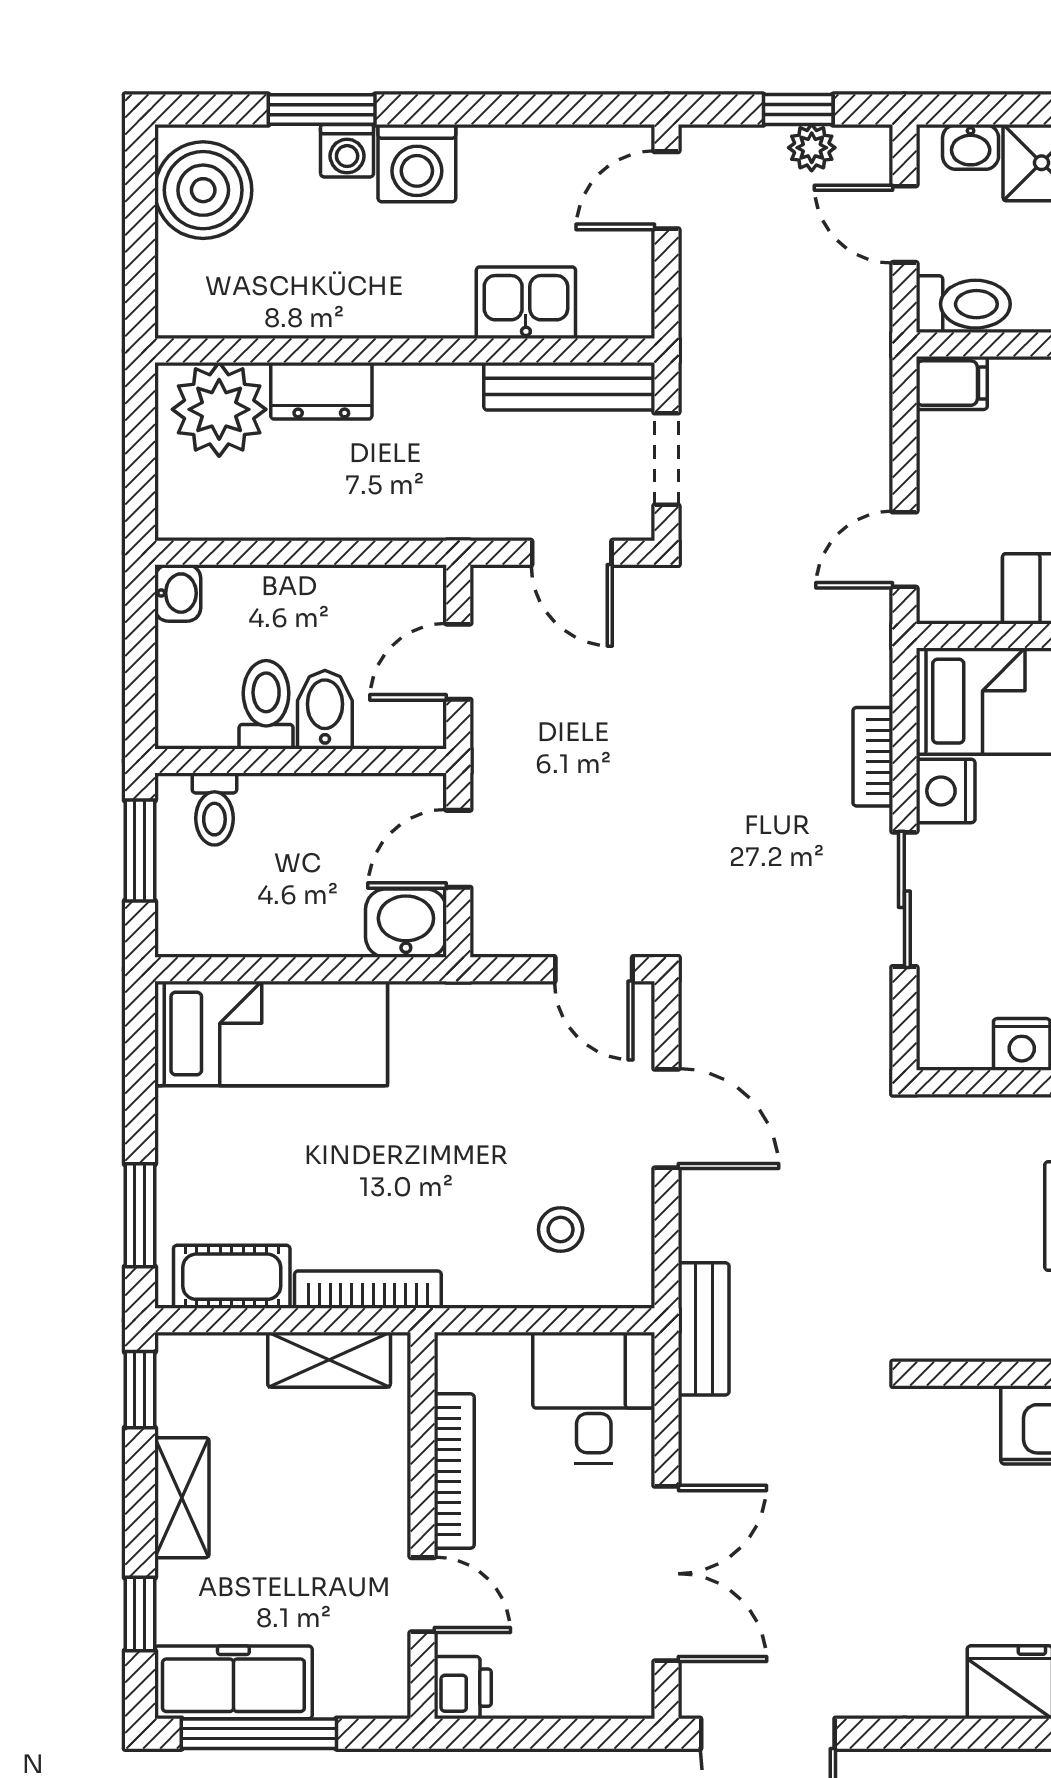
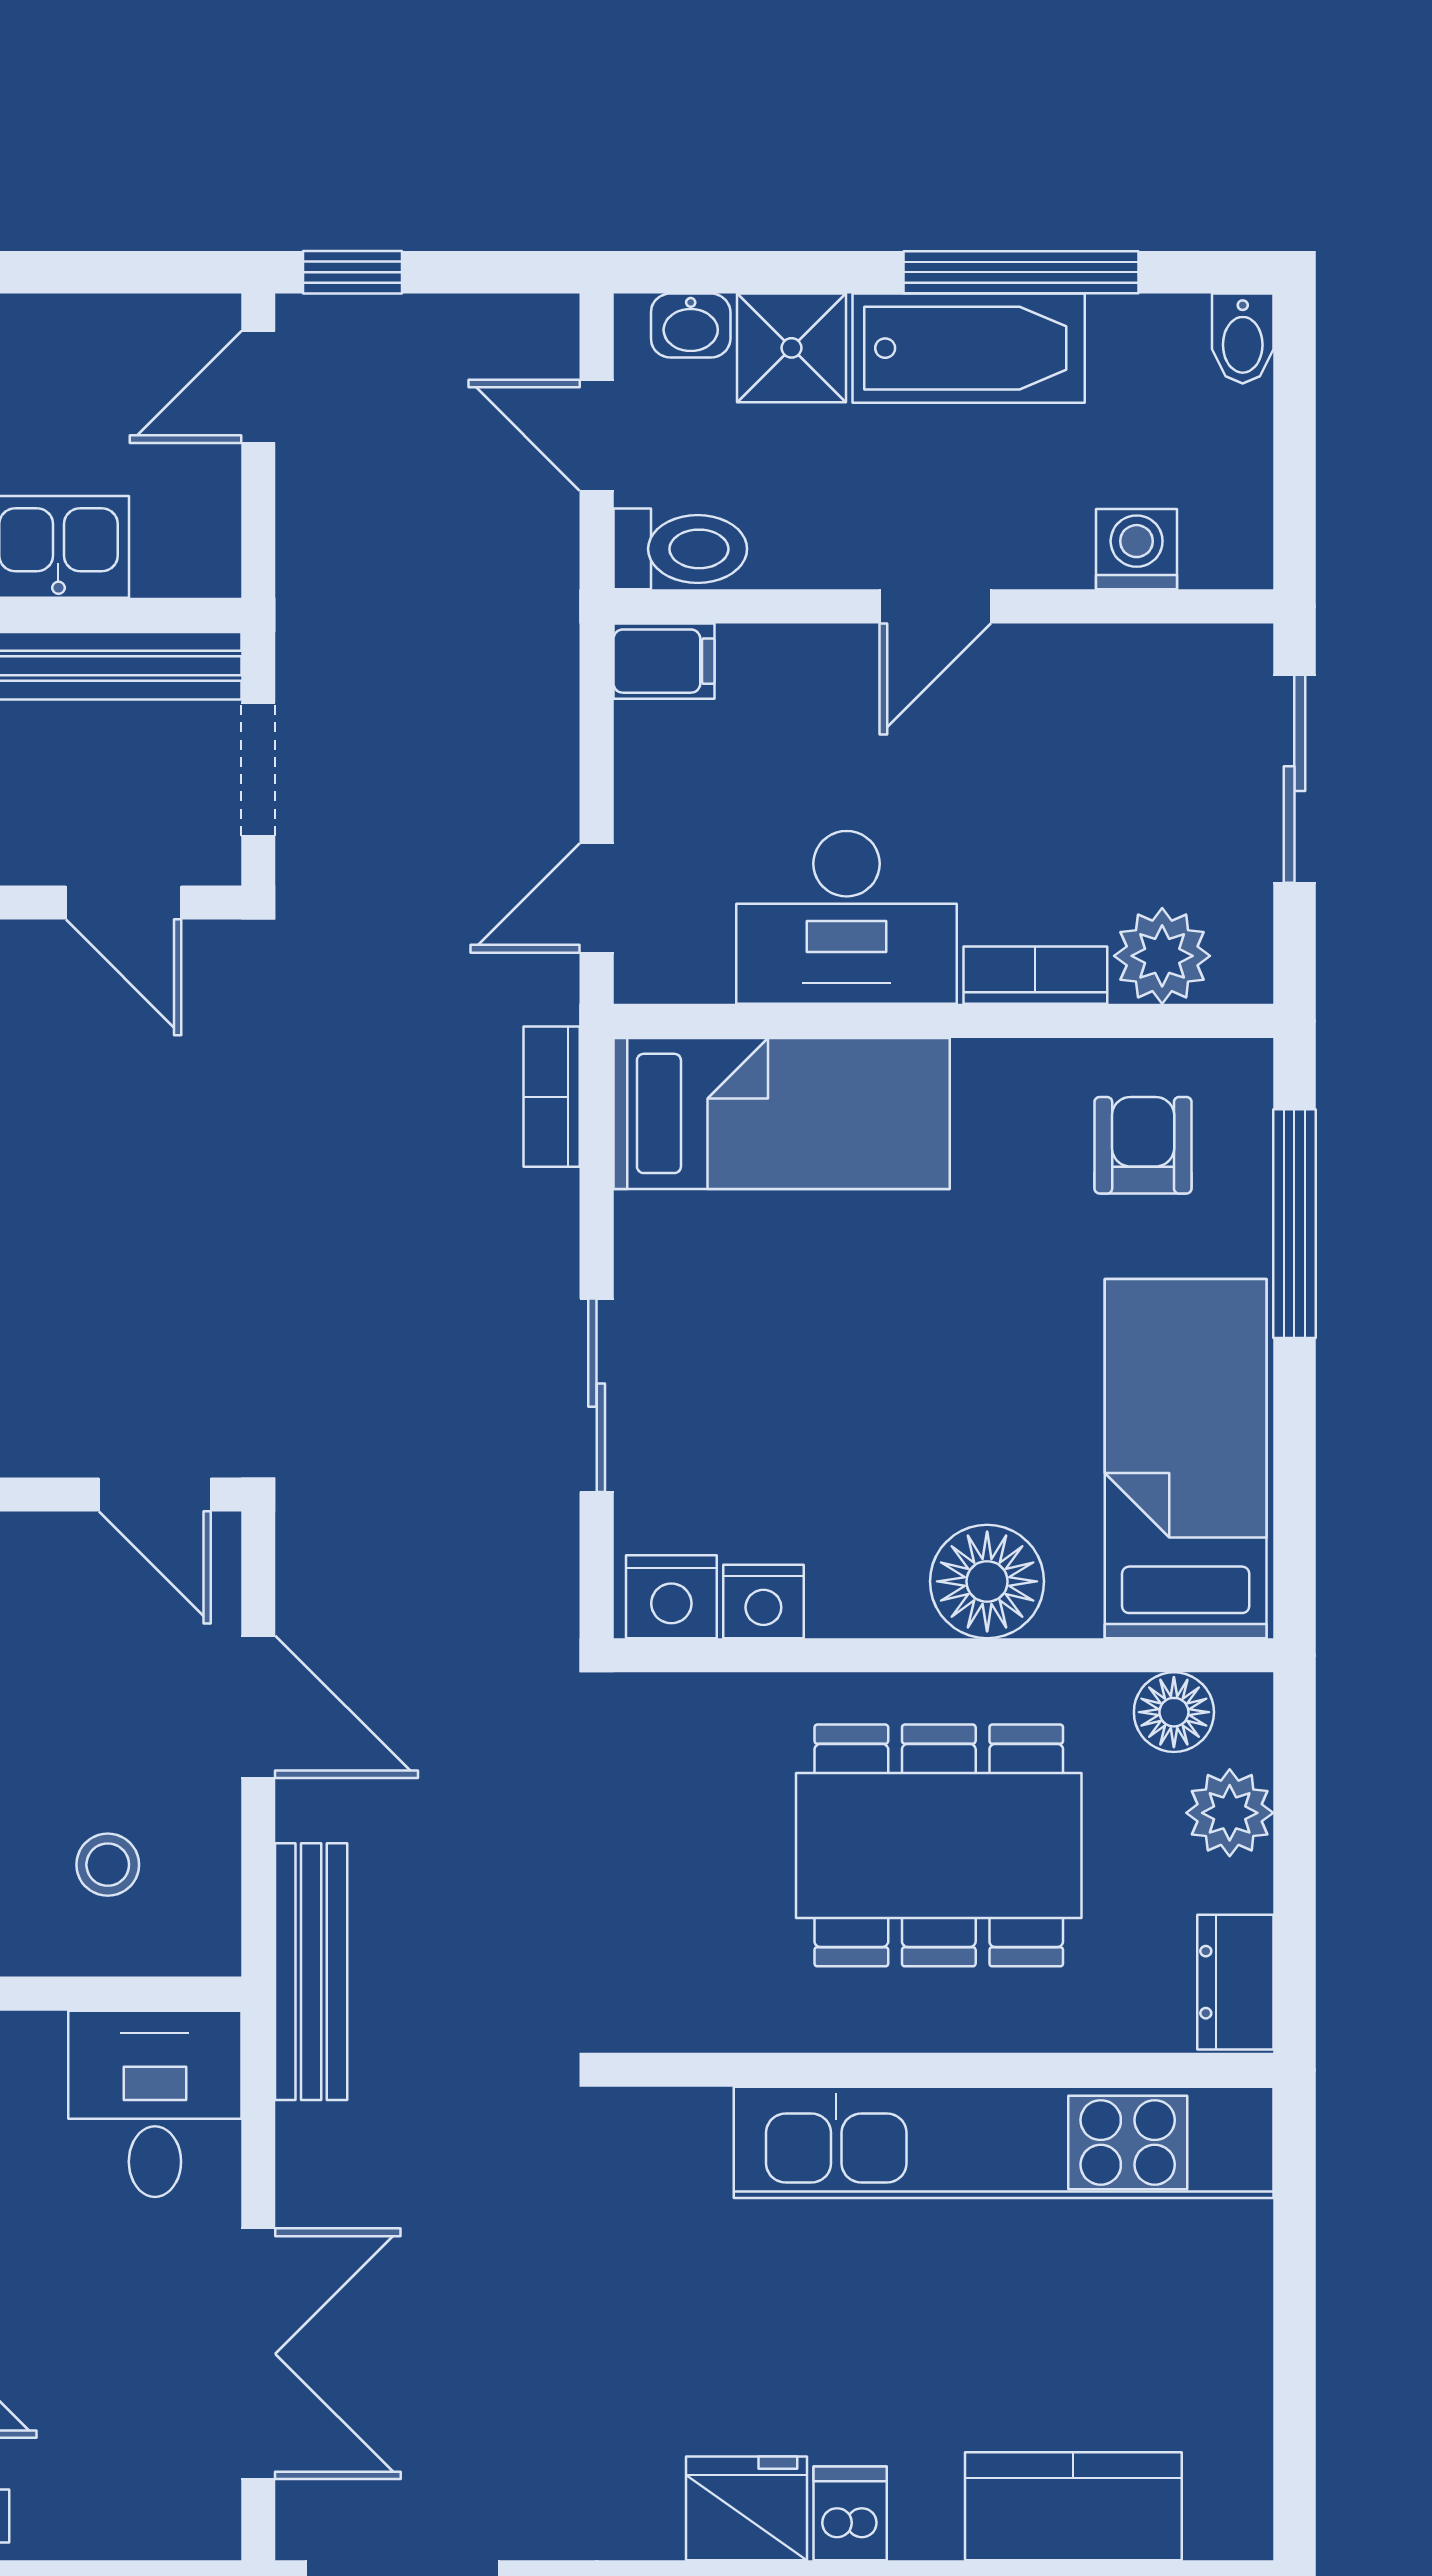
window: (798, 110) -> (352, 272), moved
plant: (812, 148) -> (465, 327), removed
bookcase: (873, 757) -> (552, 1097), moved
nightstand: (946, 791) -> (671, 1597), moved, turned -90
bench: (704, 1329) -> (311, 1972), width x1.36

